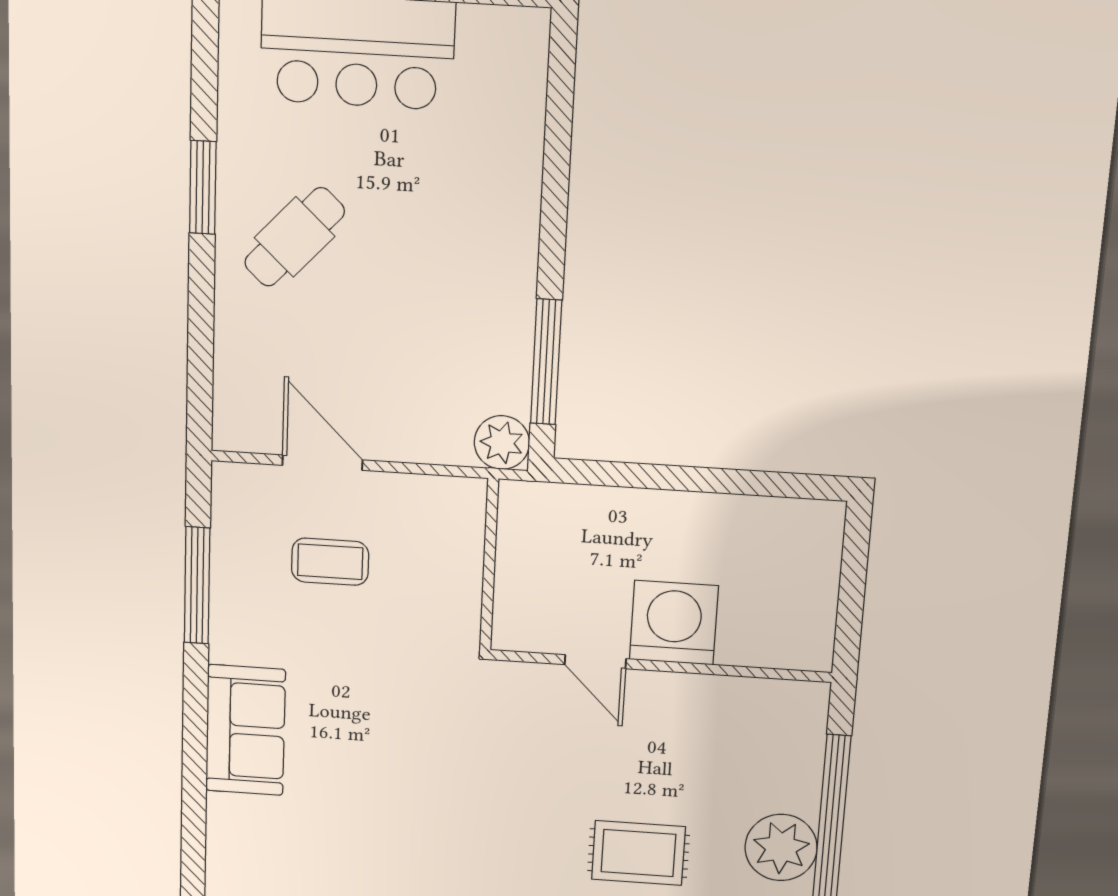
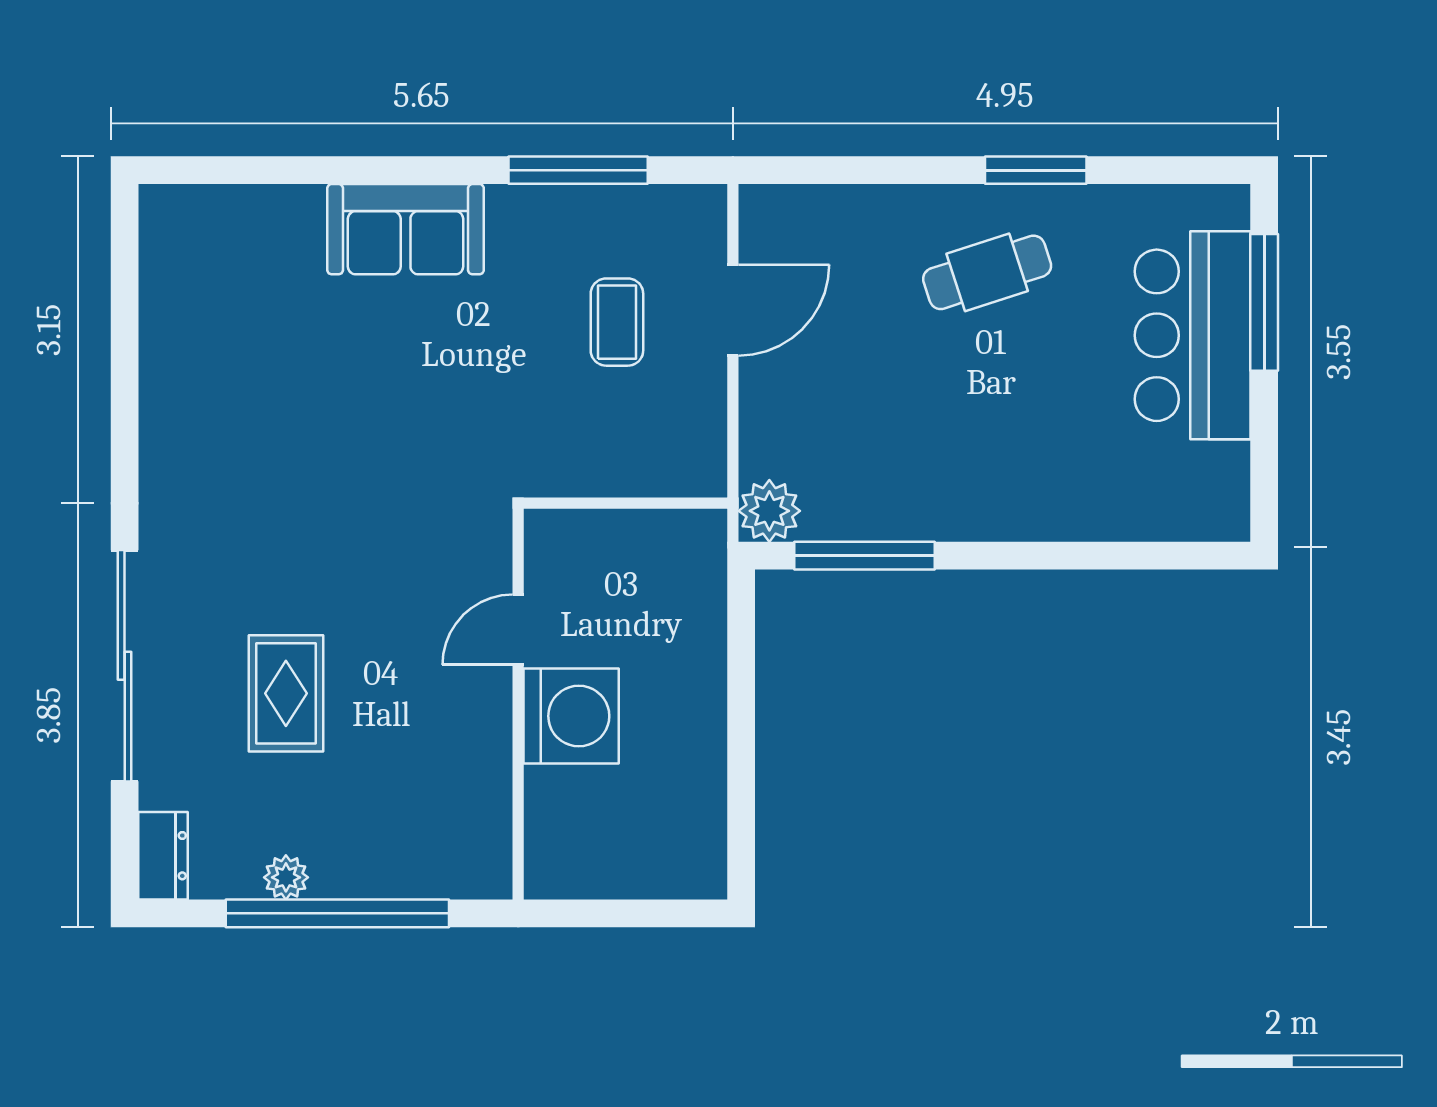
cafe table: (295, 237) -> (987, 272), turned -61
plant: (781, 847) -> (286, 877), width x0.53, depth x0.53

